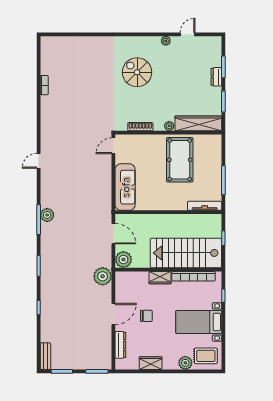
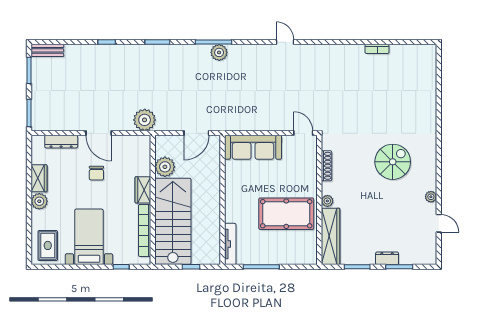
plant: (123, 260) -> (165, 167), moved
plant: (185, 363) -> (39, 201), moved

